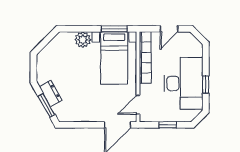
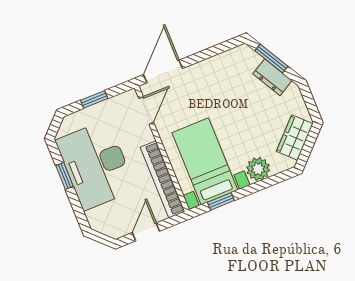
window: (114, 29) -> (221, 201), width x0.67
wardrobe: (52, 50) -> (295, 138), added

